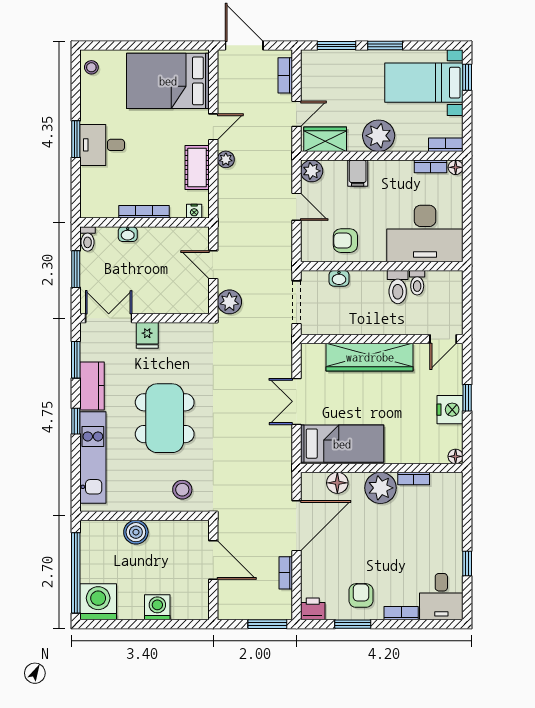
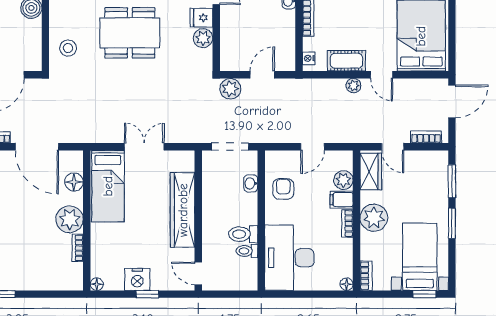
bookcase: (431, 166) -> (347, 223), moved
plant: (312, 171) -> (343, 180), moved
plant: (171, 333) -> (203, 38), added

